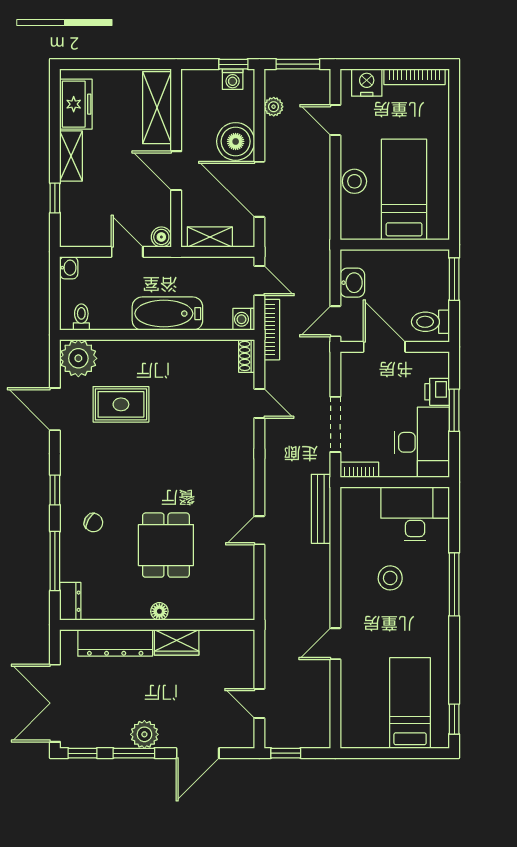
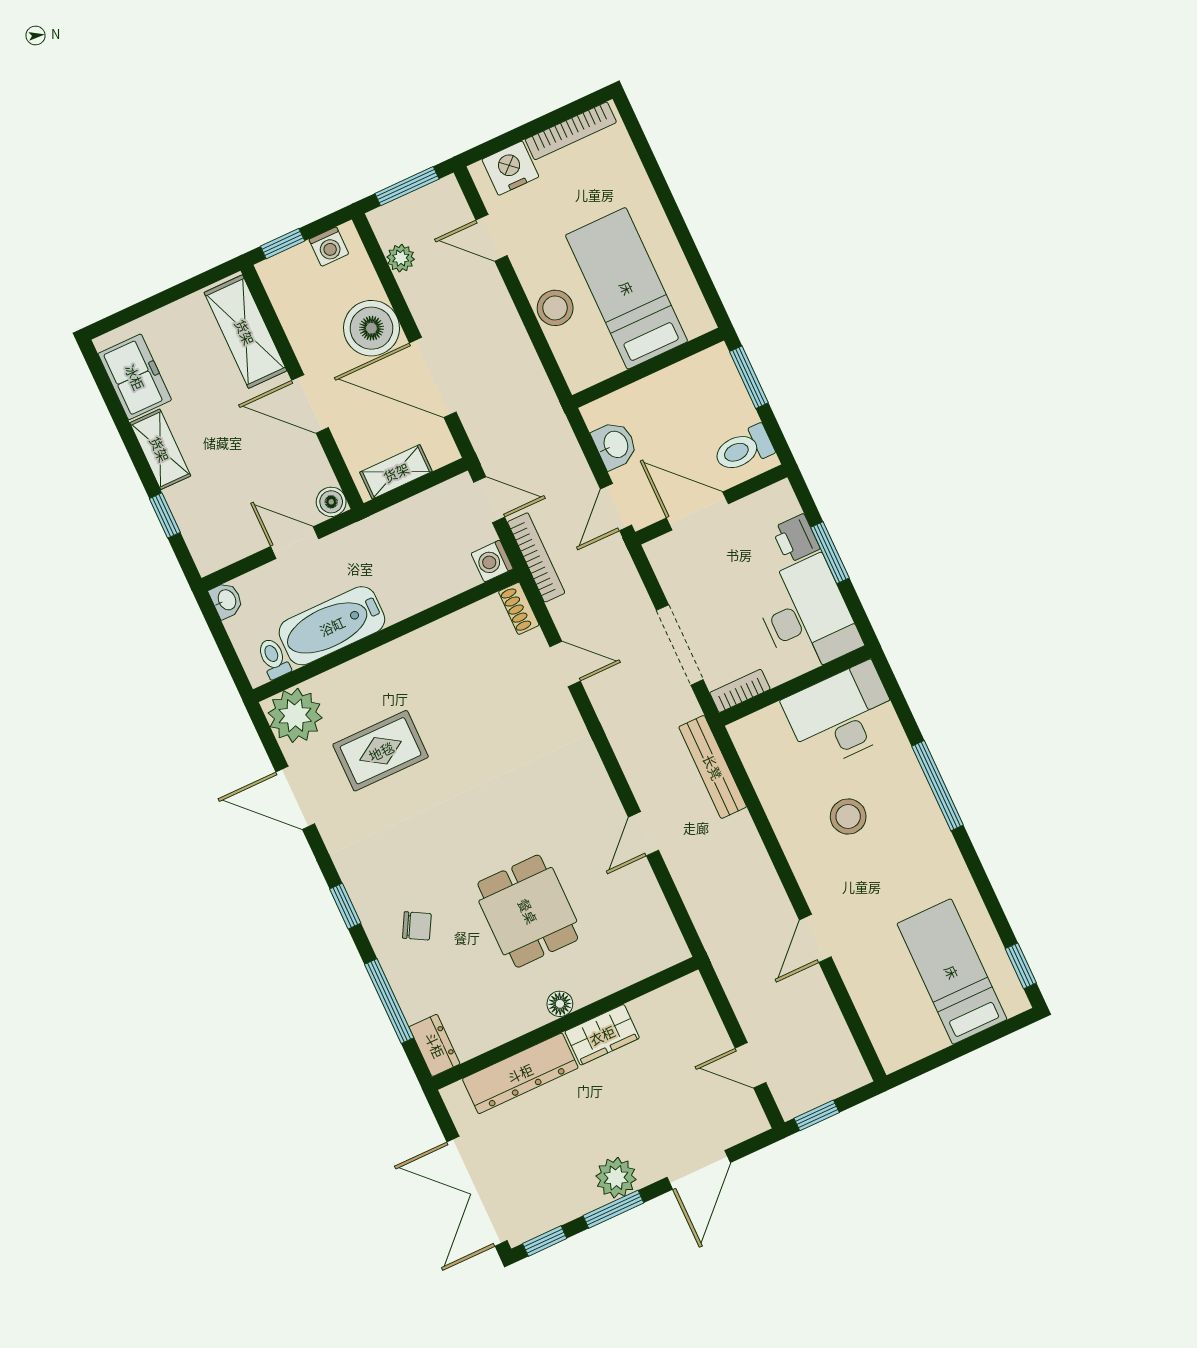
window: (233, 64) -> (283, 244), moved
bathtub: (167, 314) -> (332, 626), moved

